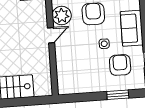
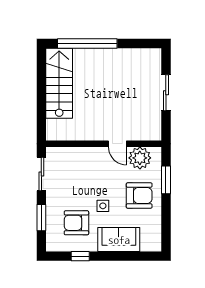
armchair: (120, 65) -> (76, 223), turned 180
sliding door: (81, 97) -> (41, 174), added

